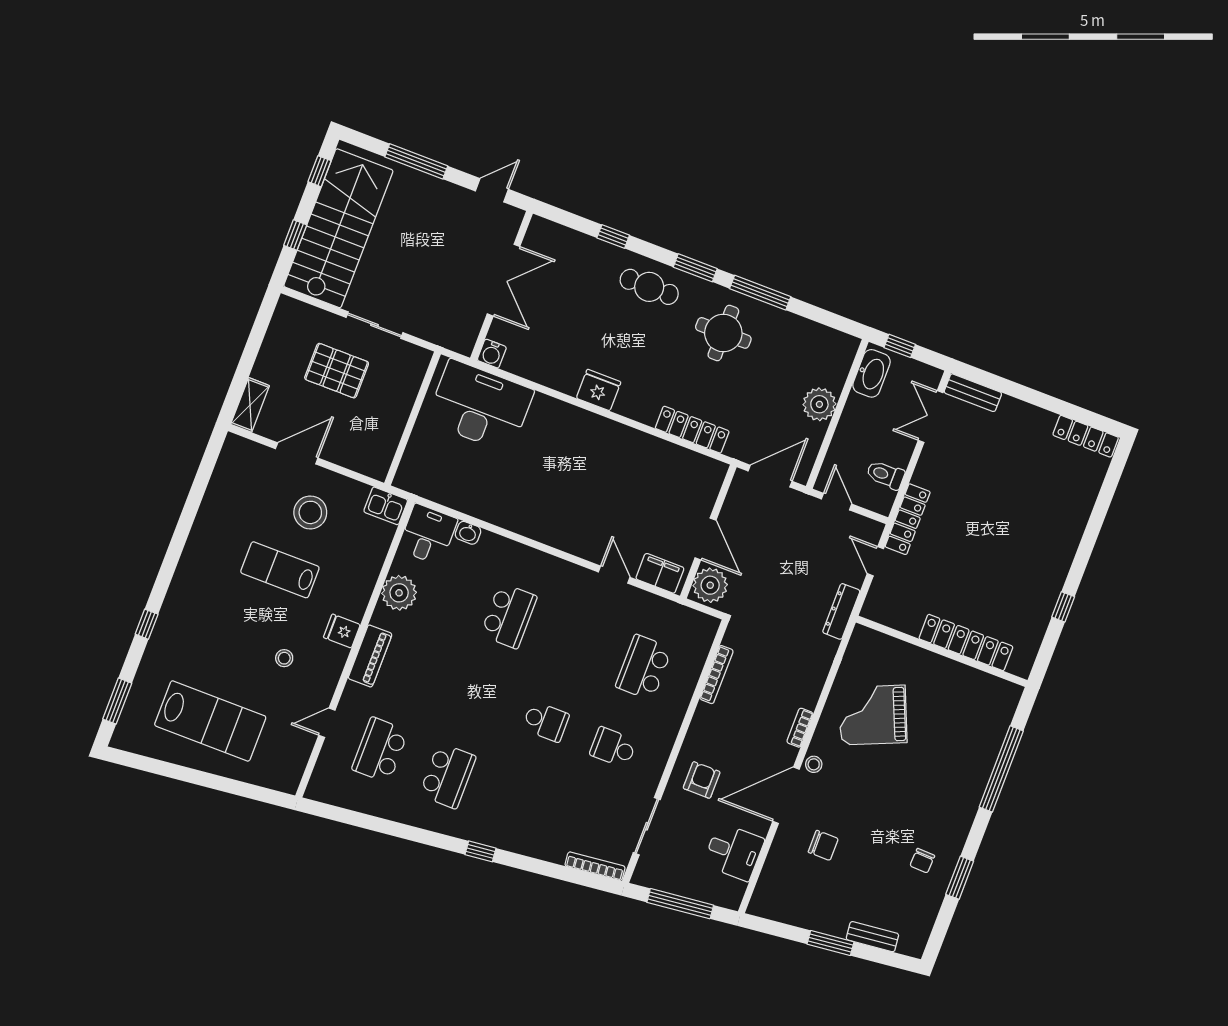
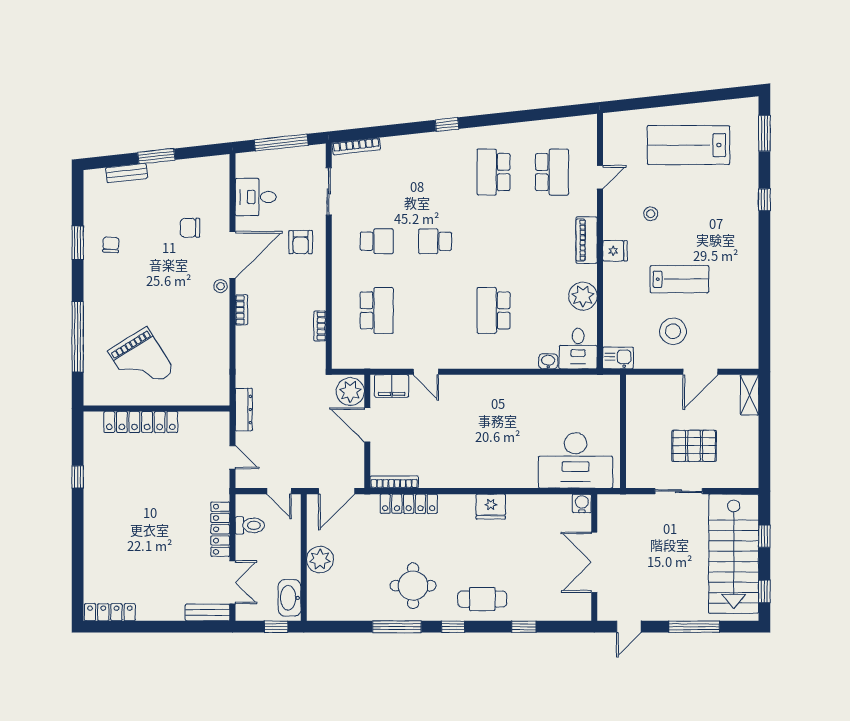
window: (695, 268) -> (453, 627), width x0.67
bookcase: (699, 461) -> (394, 482), added
locker: (908, 519) -> (220, 529), moved
bookcase: (716, 675) -> (320, 326), width x0.64
grand piano: (873, 715) -> (141, 361), moved, turned 81

